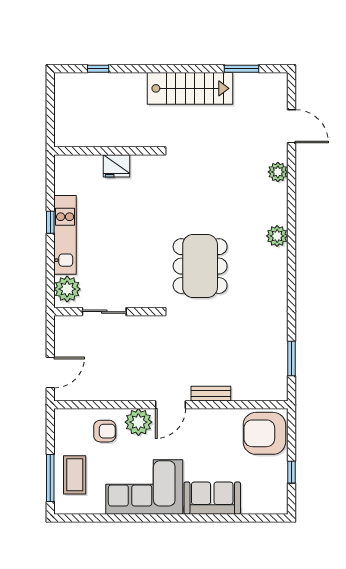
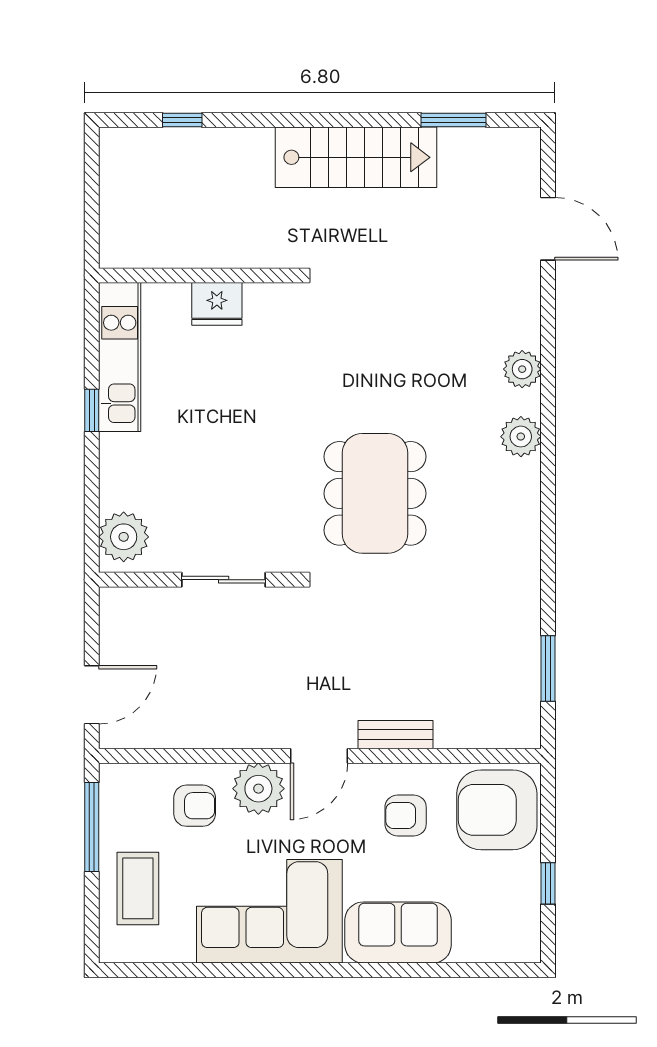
plant: (278, 172) -> (522, 369), moved
kitchen unit: (65, 235) -> (120, 357), moved
sliding door: (104, 312) -> (224, 580), moved
armchair: (216, 436) -> (406, 816), added
window: (50, 478) -> (92, 827), moved

